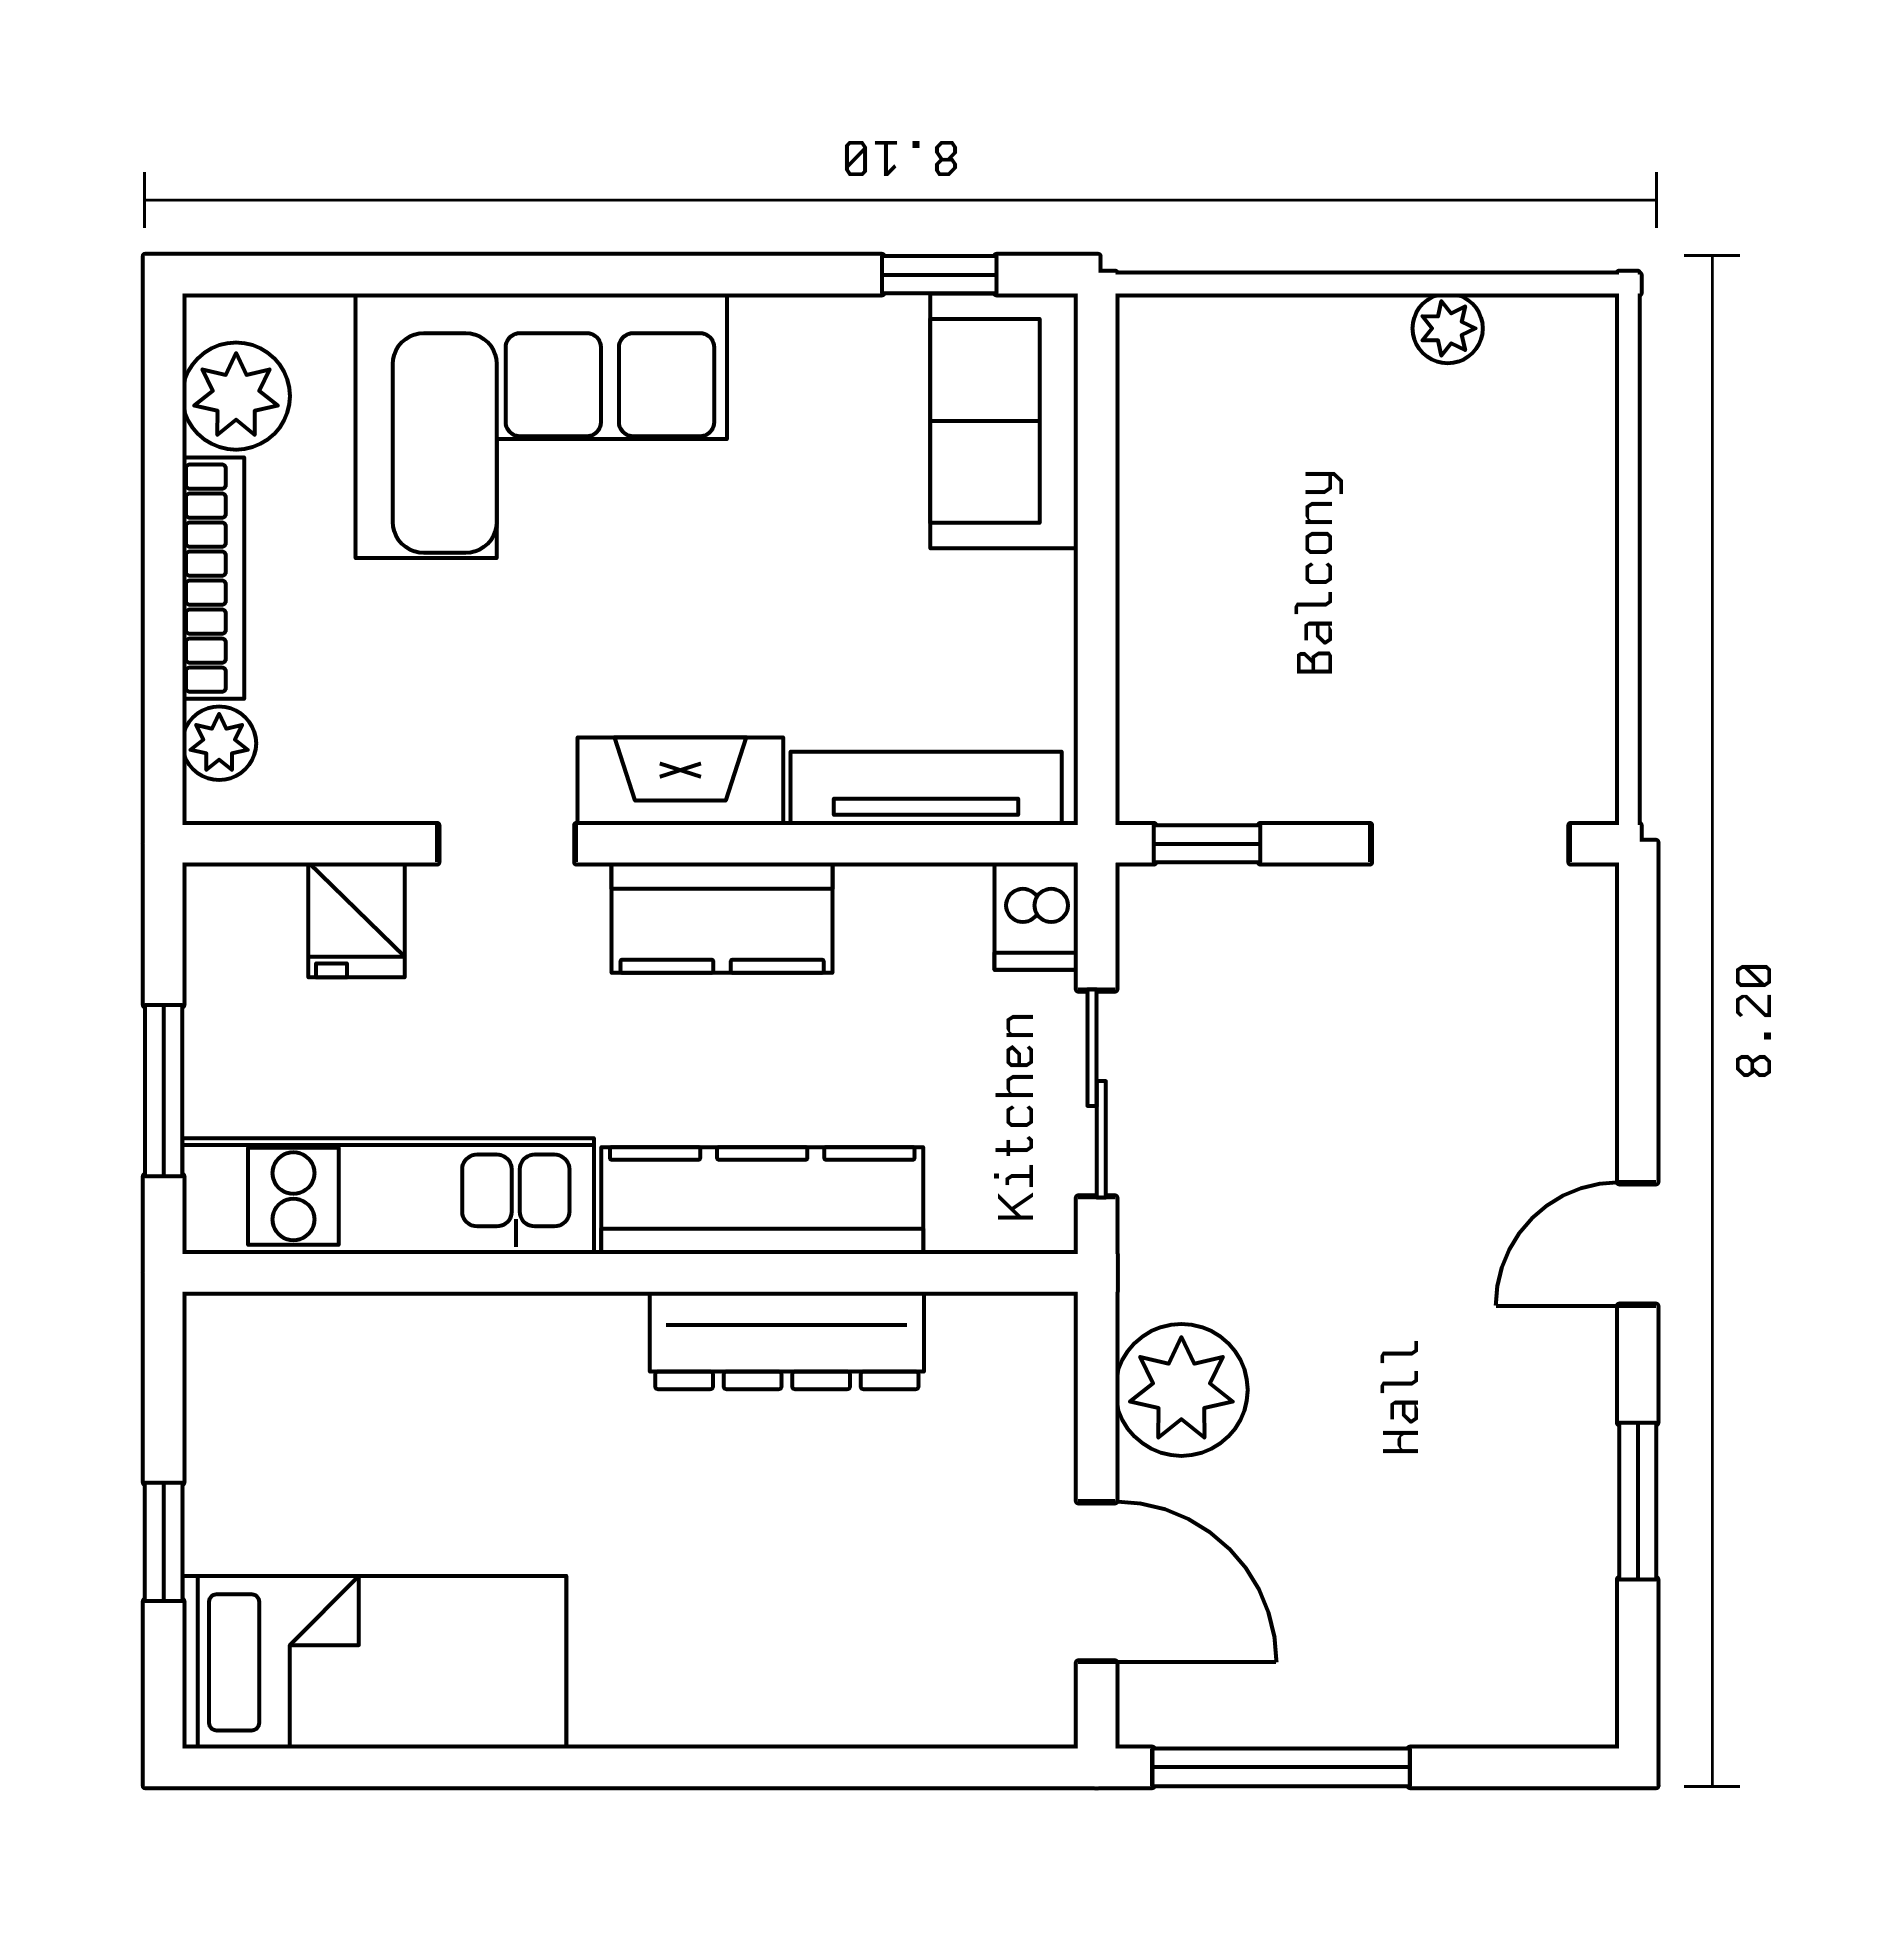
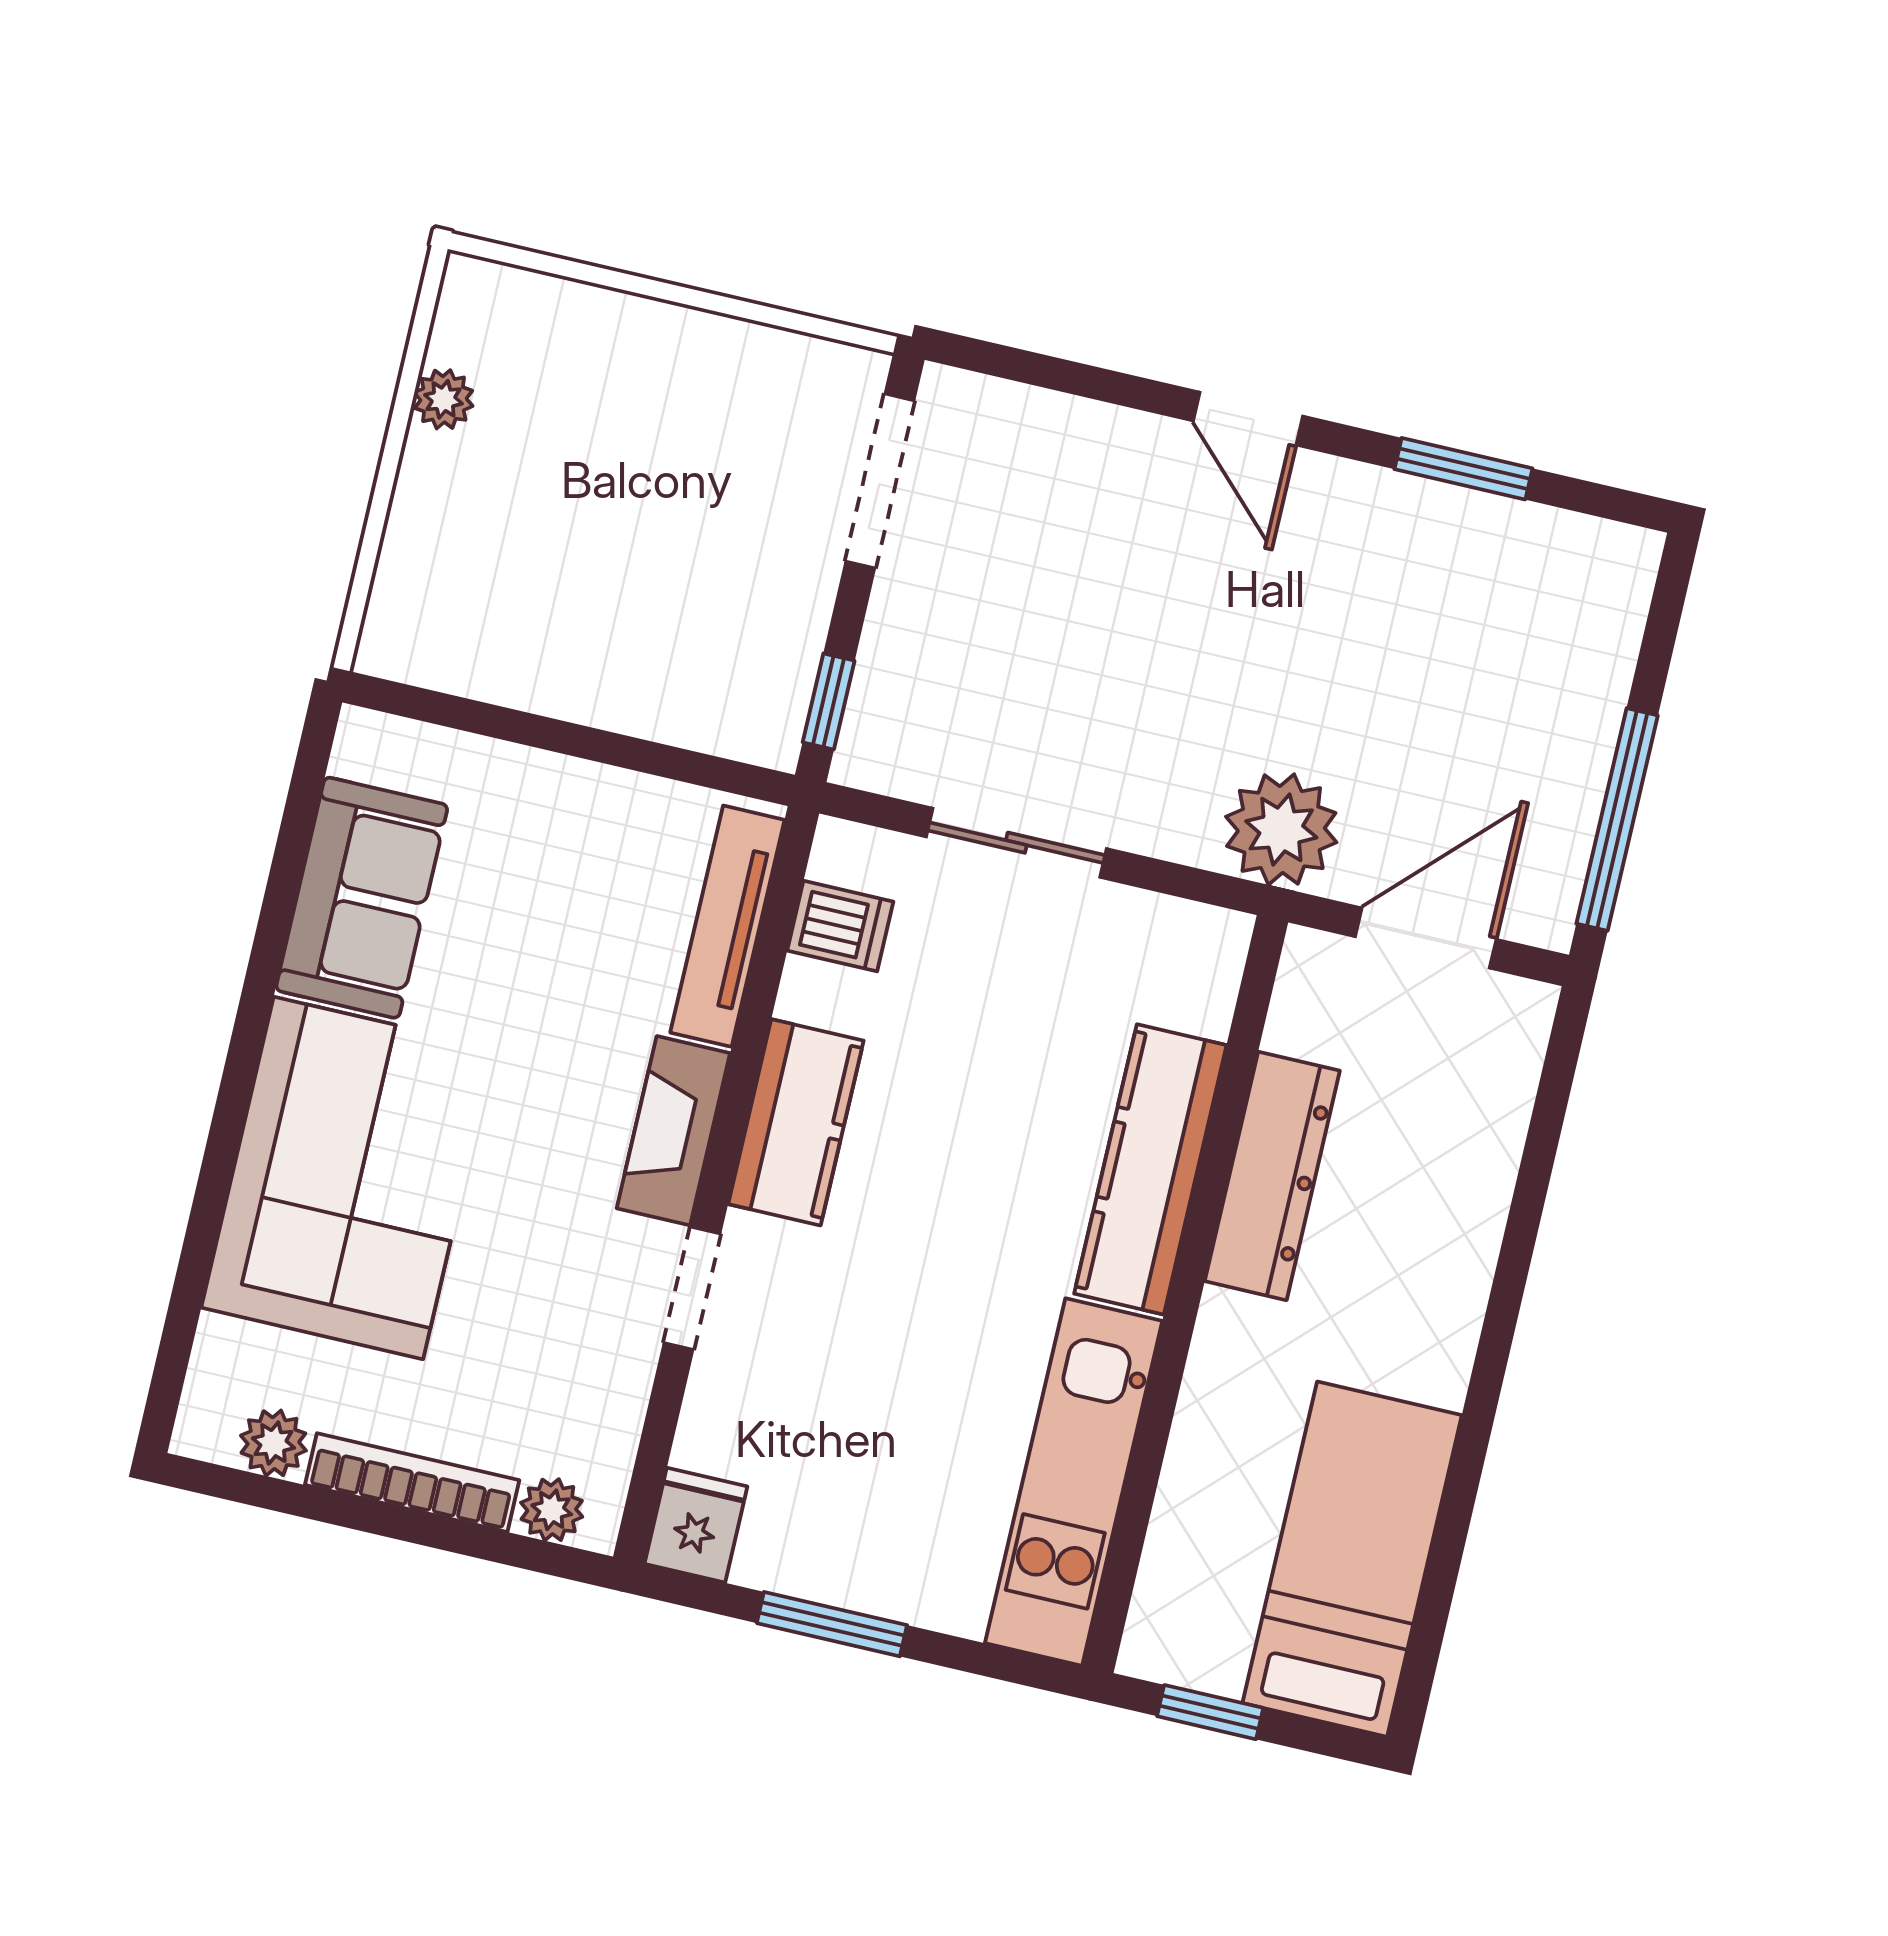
window: (939, 275) -> (299, 815), removed
plant: (236, 396) -> (273, 1443), width x0.73, depth x0.73
sofa: (1004, 421) -> (362, 898), moved, turned -90
dishwasher: (1036, 916) -> (840, 926), moved
fridge: (357, 920) -> (696, 1525), moved, turned -90
kitchen unit: (388, 1196) -> (1074, 1482), moved
kitchen counter: (762, 1201) -> (1150, 1169), moved
wall: (630, 1273) -> (1185, 1294), moved
dresser: (787, 1340) -> (1272, 1176), moved

